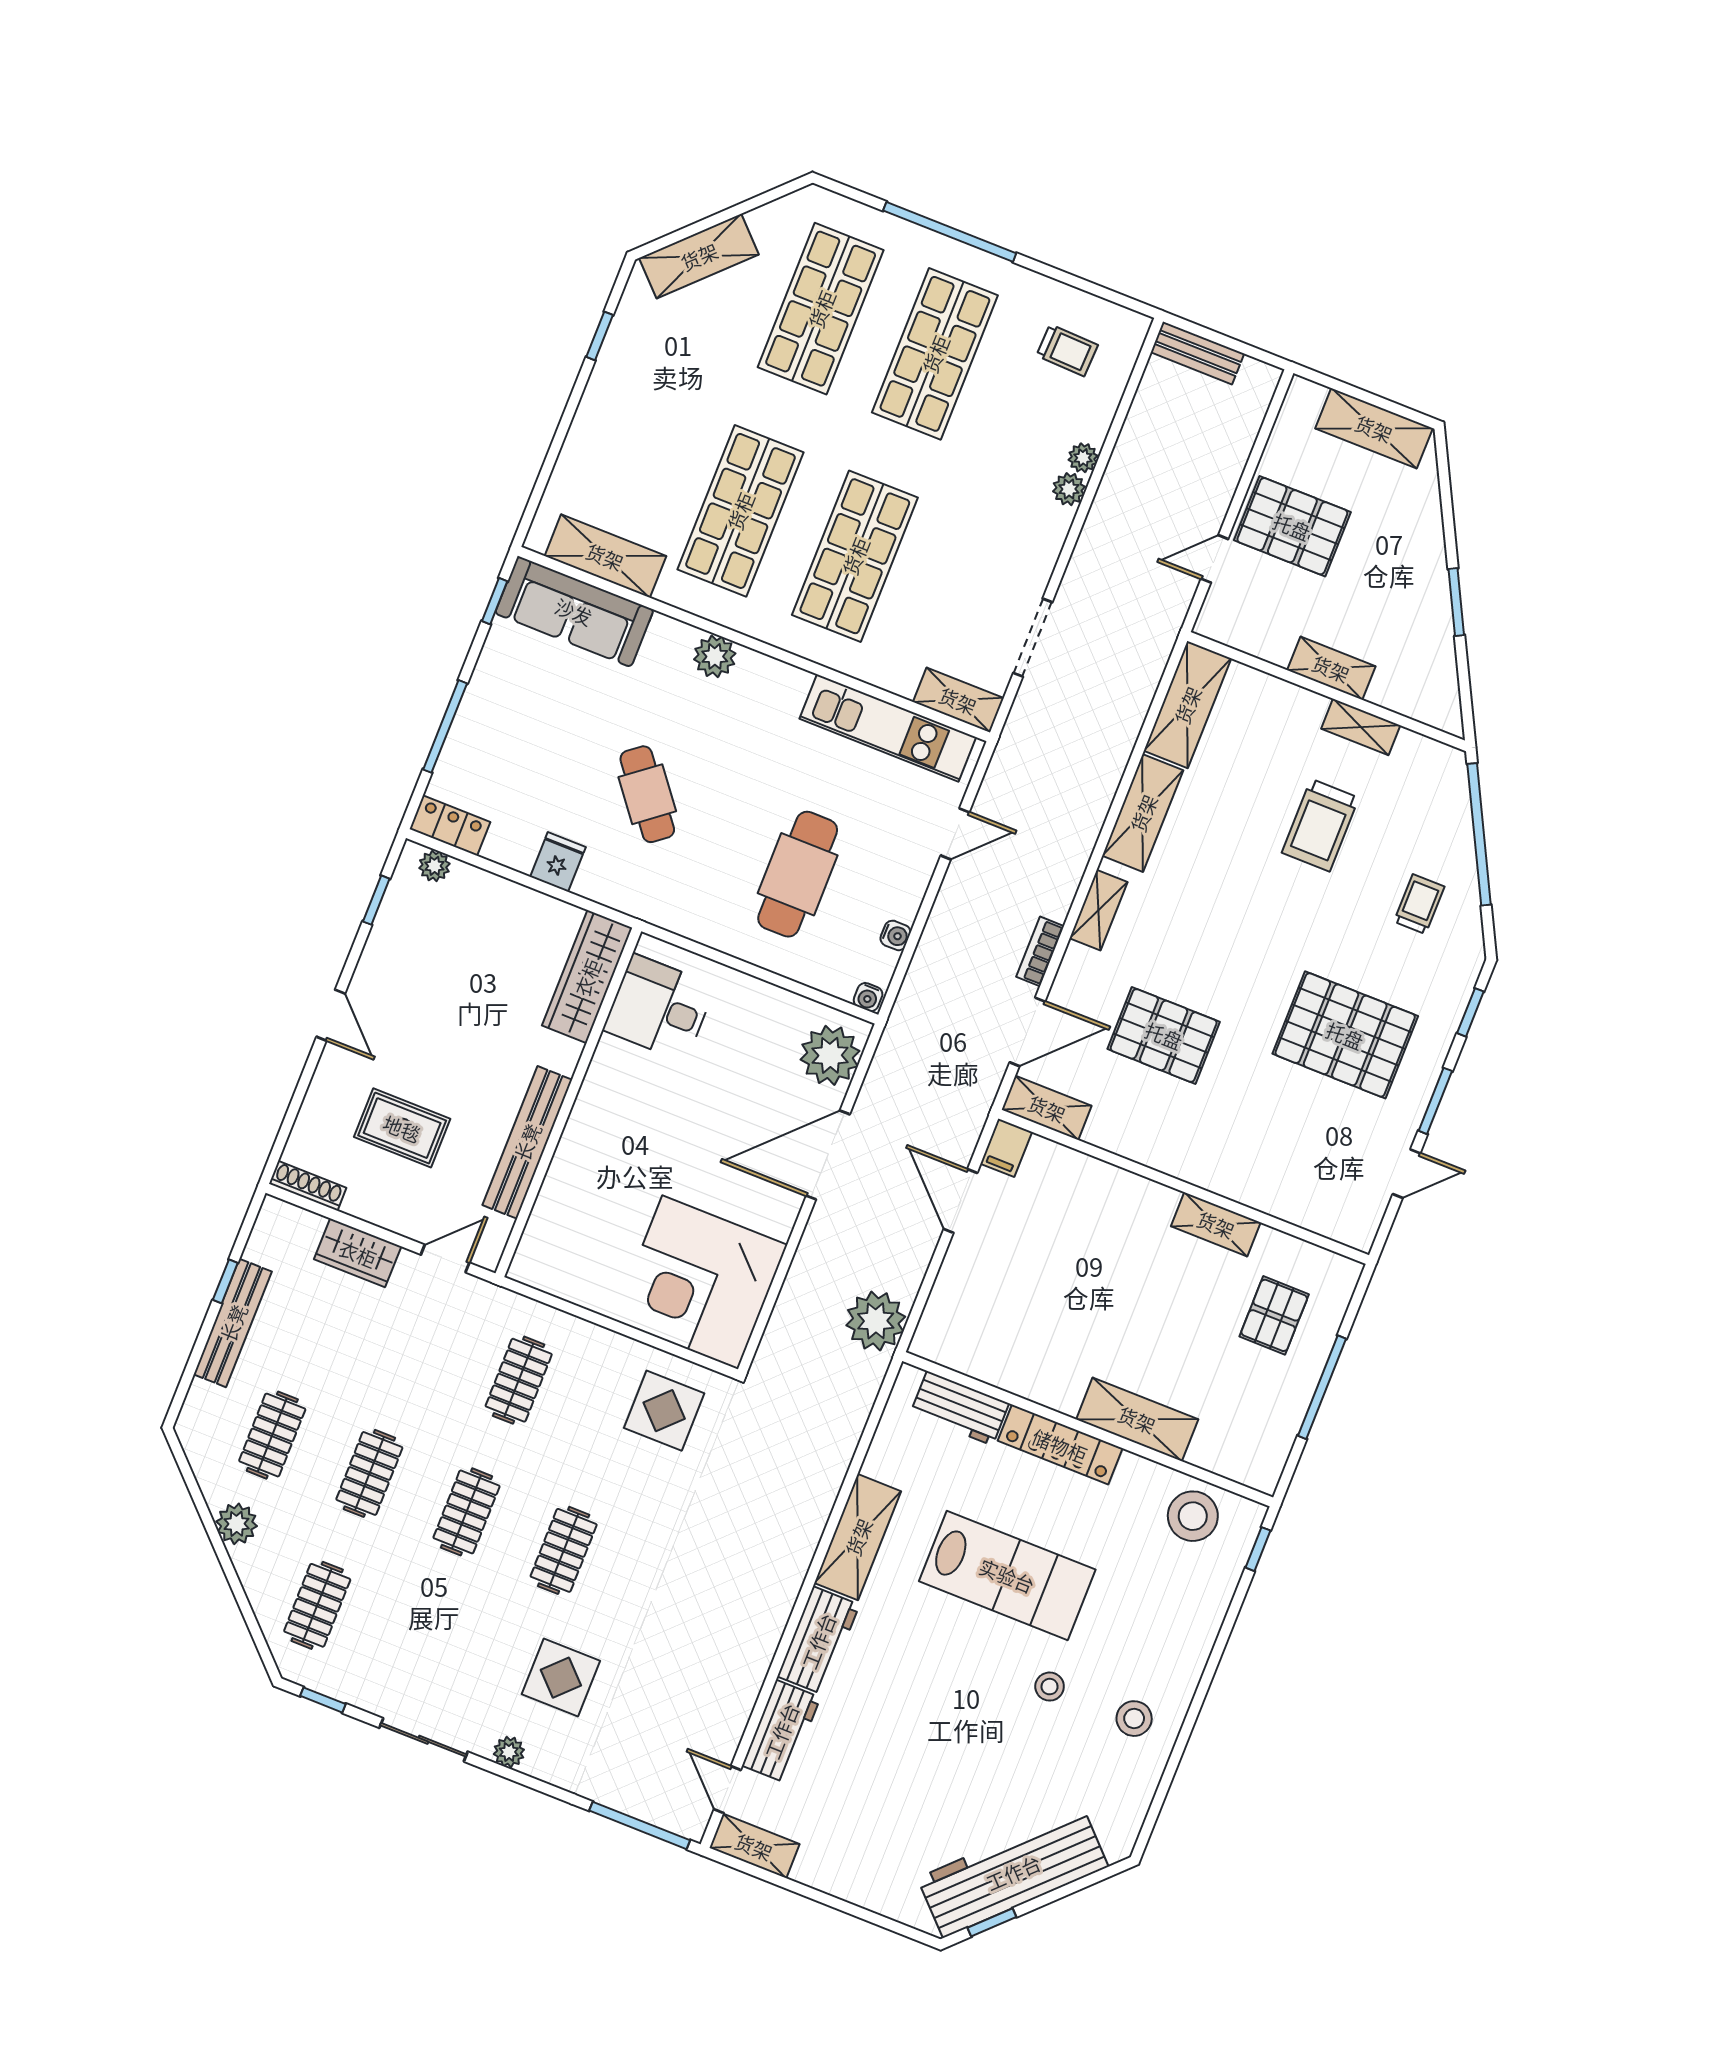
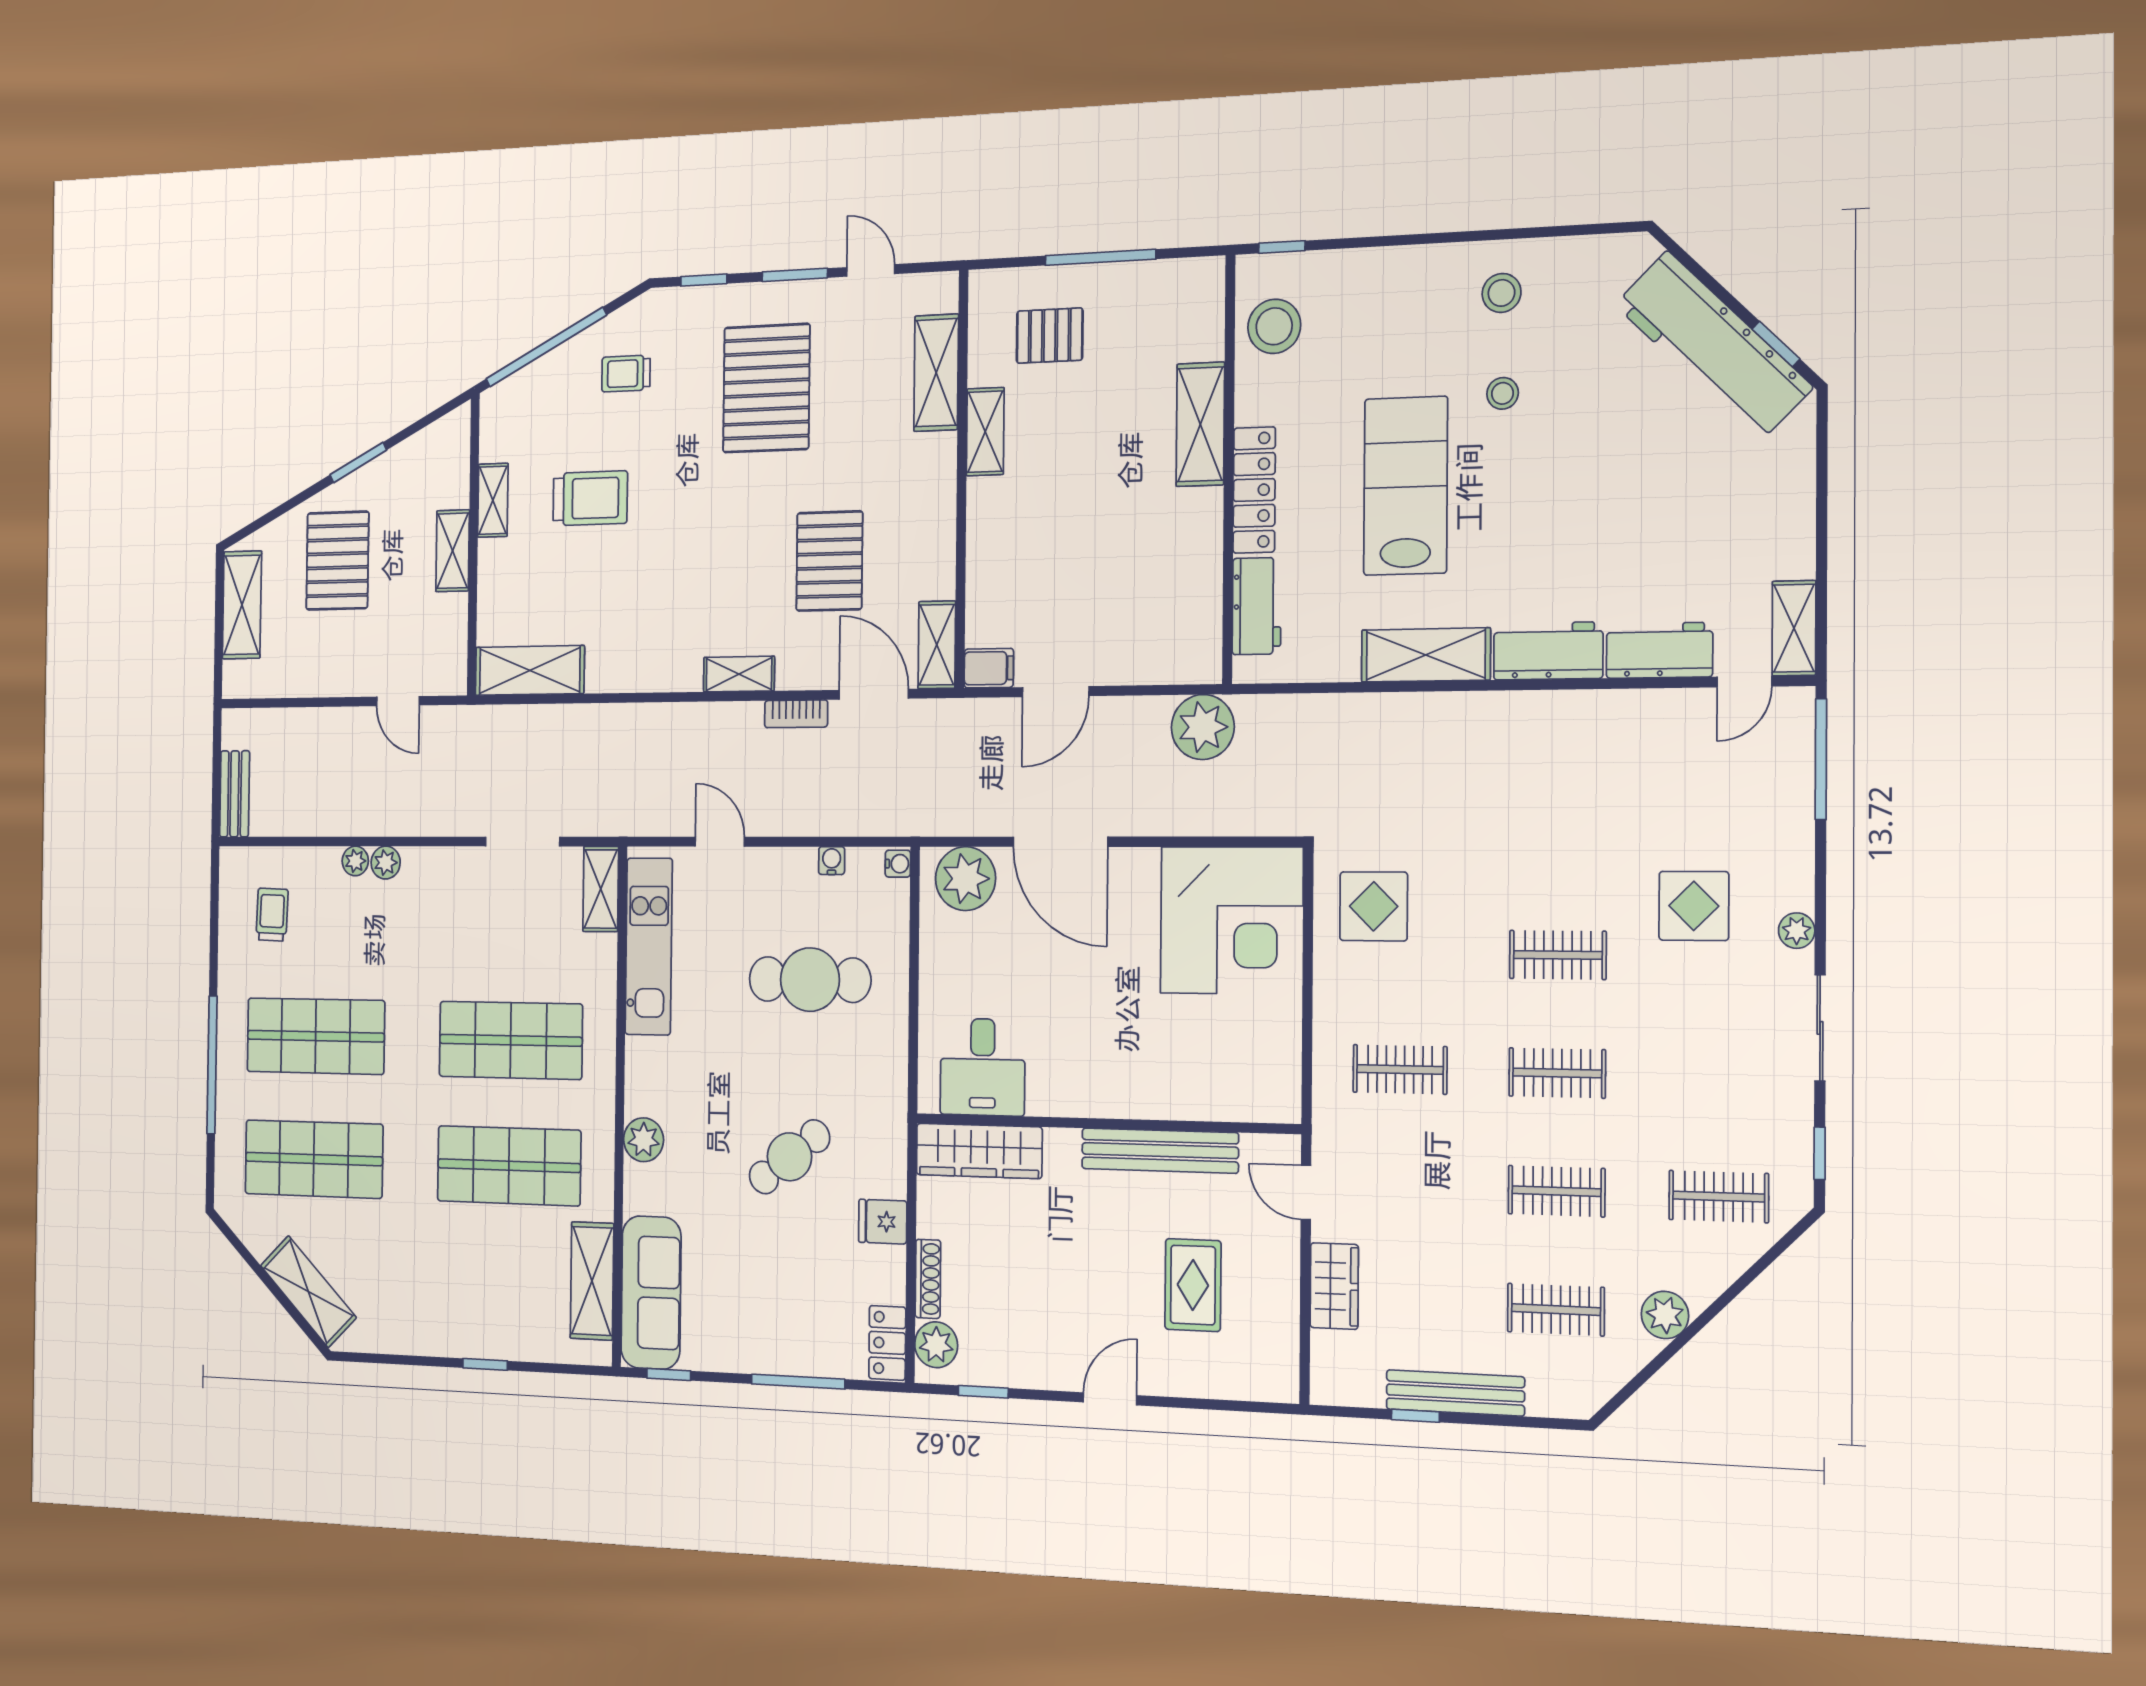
window: (600, 336) -> (485, 1364), moved
pallet: (1292, 526) -> (337, 561), moved
shelving: (1143, 813) -> (936, 373), moved, turned 90
plant: (434, 866) -> (936, 1345), width x1.38, depth x1.38
shoe rack: (308, 1186) -> (928, 1279), moved, turned 180

